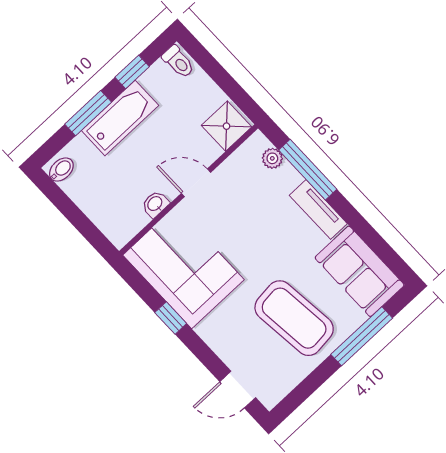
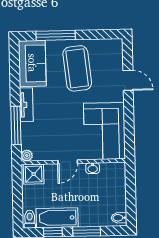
bathtub: (120, 118) -> (57, 218), moved
plant: (272, 158) -> (27, 156), moved
door: (196, 183) -> (68, 162), hinge flipped
window: (171, 318) -> (129, 115), removed
door: (238, 390) -> (128, 80), moved

